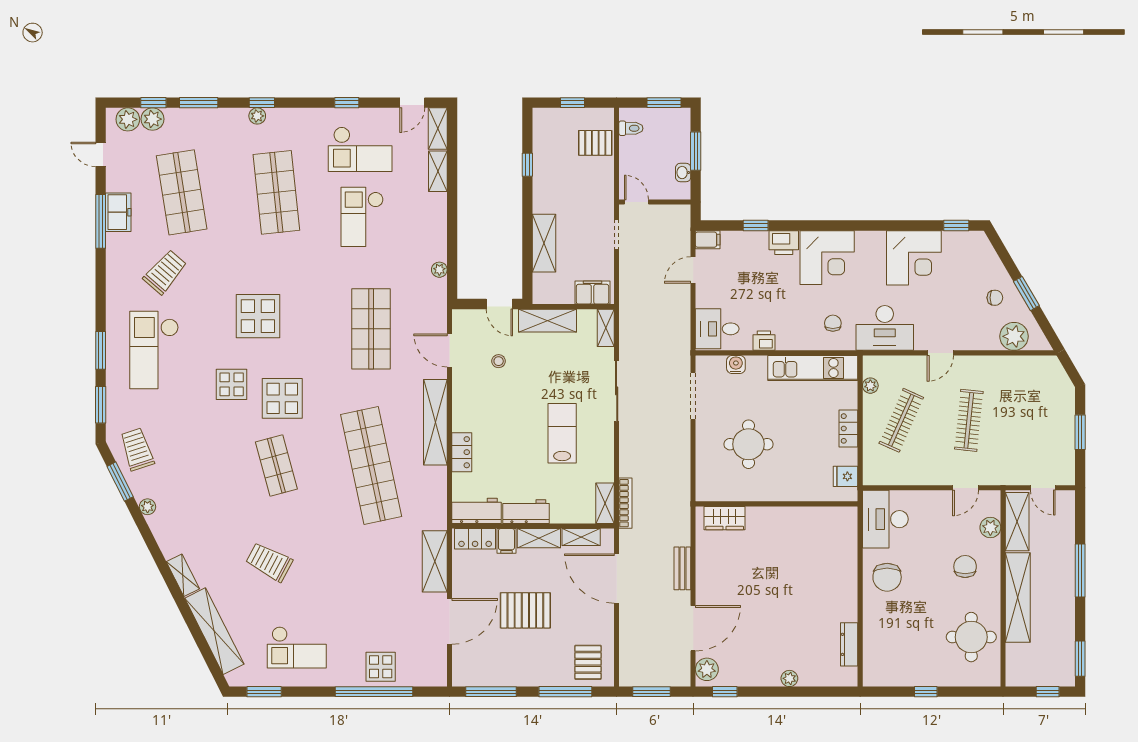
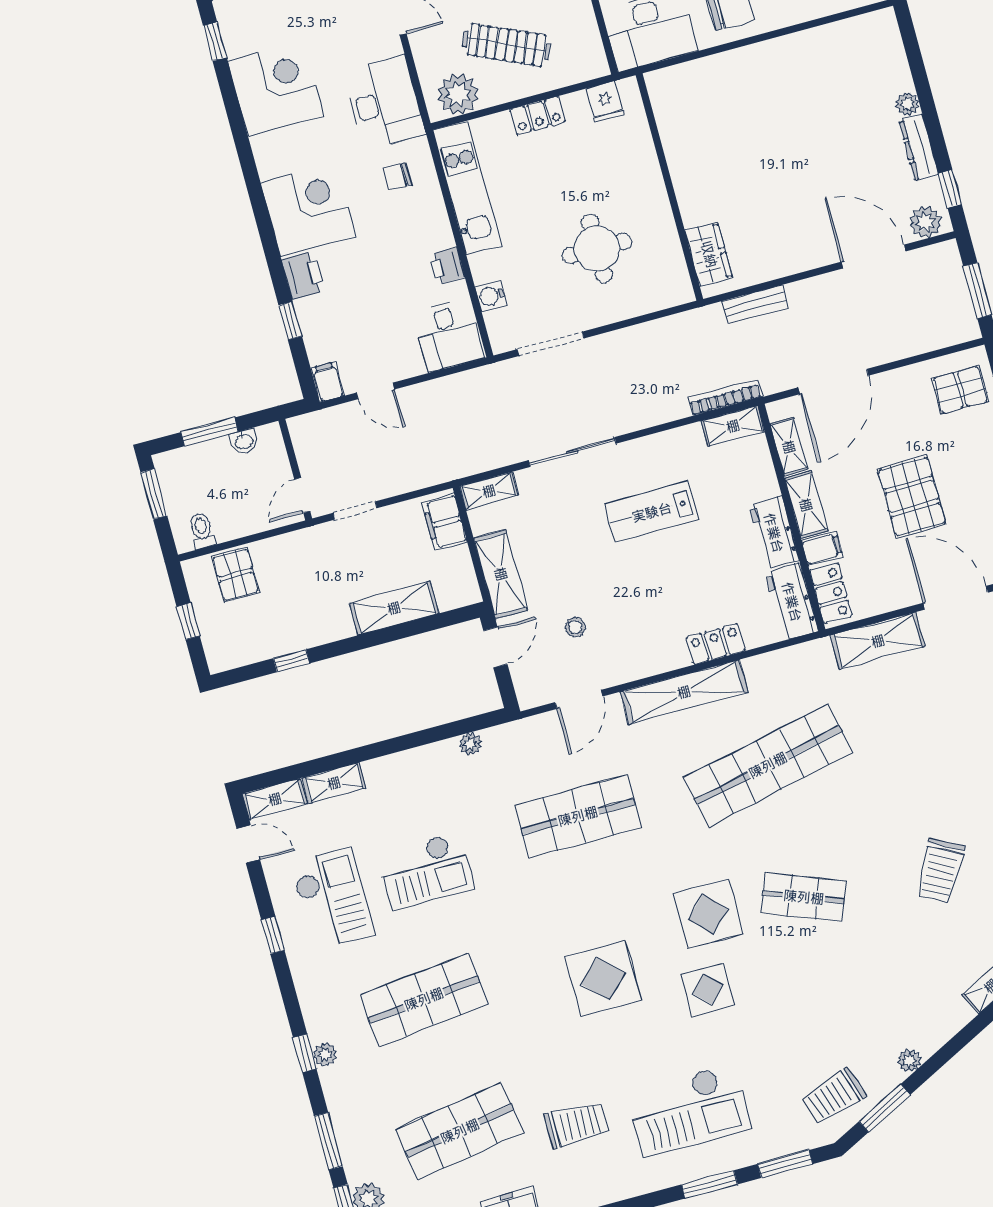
trolley: (165, 272) -> (576, 1124), turned 139
plant: (870, 386) -> (458, 94), width x1.88, depth x1.88
shop shelf: (276, 465) -> (804, 897), turned 36
bench: (682, 568) -> (755, 304), moved
dresser: (849, 644) -> (919, 148), moved, turned 90

